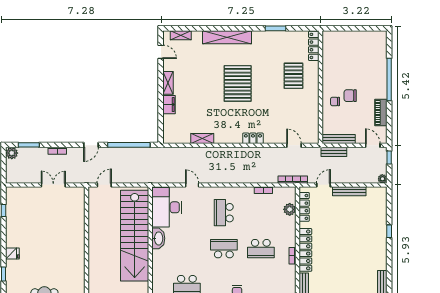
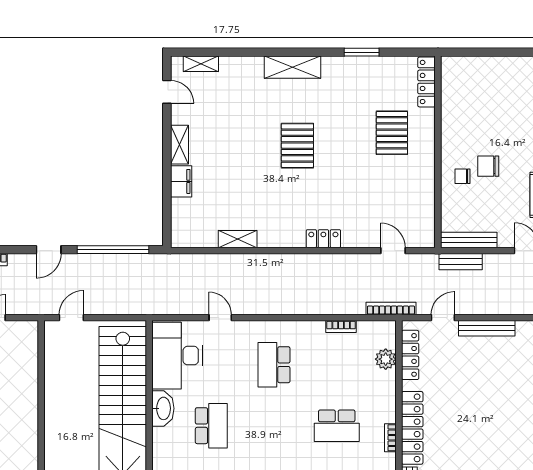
shelving: (227, 37) -> (292, 67), width x0.68
pallet: (238, 83) -> (297, 146), width x0.73, depth x0.71
school desk: (224, 249) -> (211, 426), moved, turned 90

